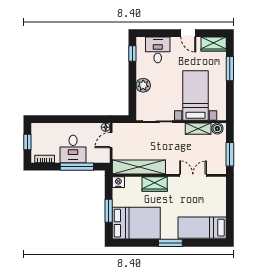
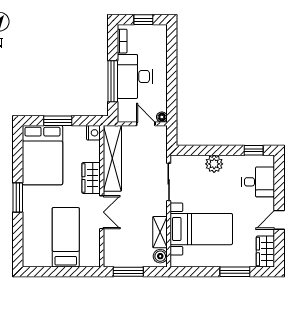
desk: (73, 149) -> (135, 76), width x1.37
double door: (193, 175) -> (102, 212), moved
bed: (202, 228) -> (66, 237), moved

